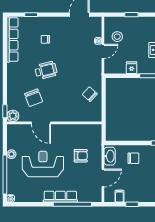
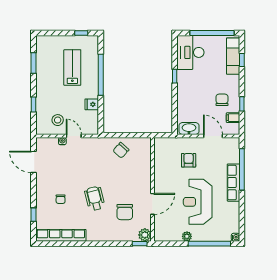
chair: (34, 98) -> (125, 212), turned 111
chair: (133, 158) -> (222, 100), moved

